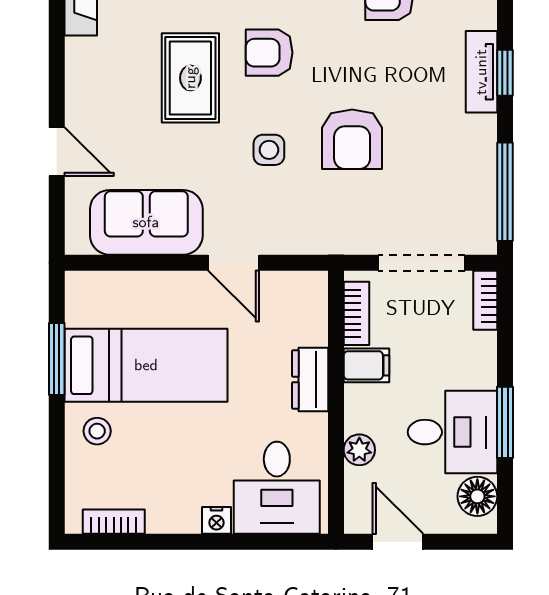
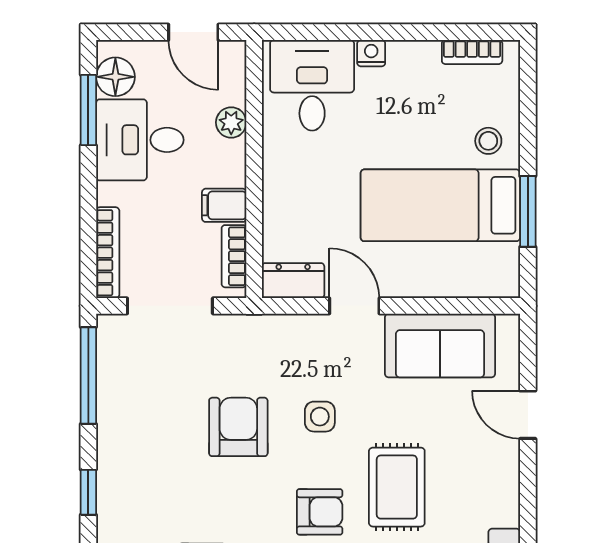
tv unit: (481, 72) -> (111, 493), removed
bookcase: (485, 300) -> (108, 253), width x1.56
dresser: (310, 379) -> (293, 281), moved, turned -90
window: (505, 422) -> (88, 110), moved

